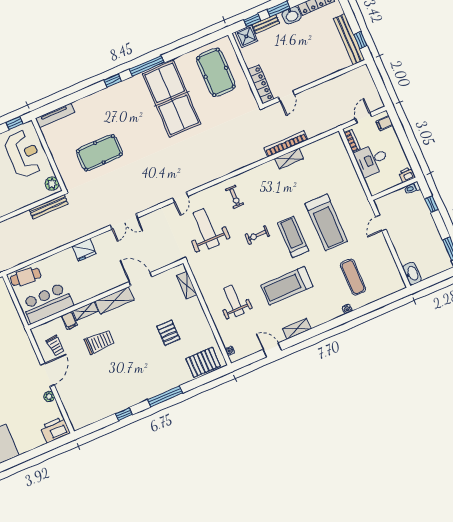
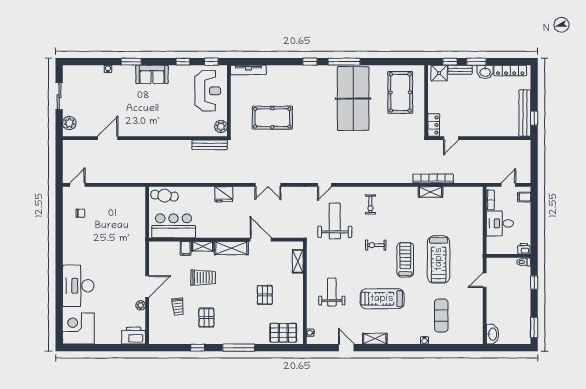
locker: (261, 84) -> (434, 125), width x0.66
trolley: (55, 346) -> (178, 307), moved
pallet: (120, 380) -> (206, 318), added

